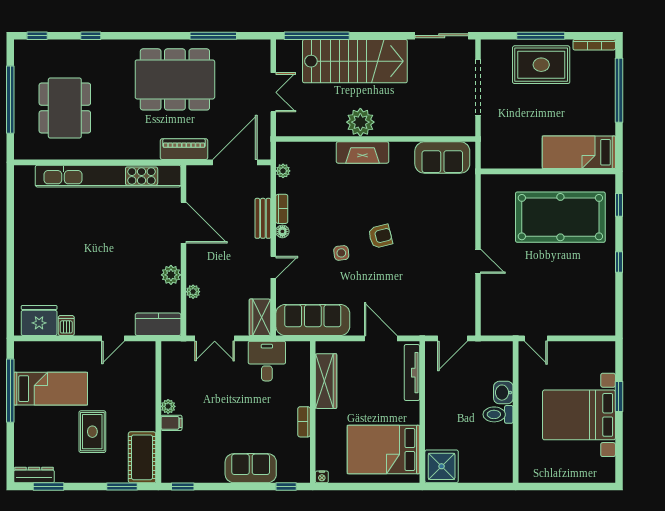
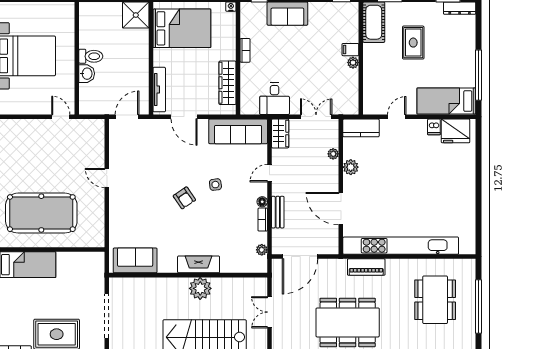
piano: (184, 149) -> (366, 267), moved
armchair: (380, 236) -> (184, 198), turned -110
bed: (51, 389) -> (446, 101), moved

